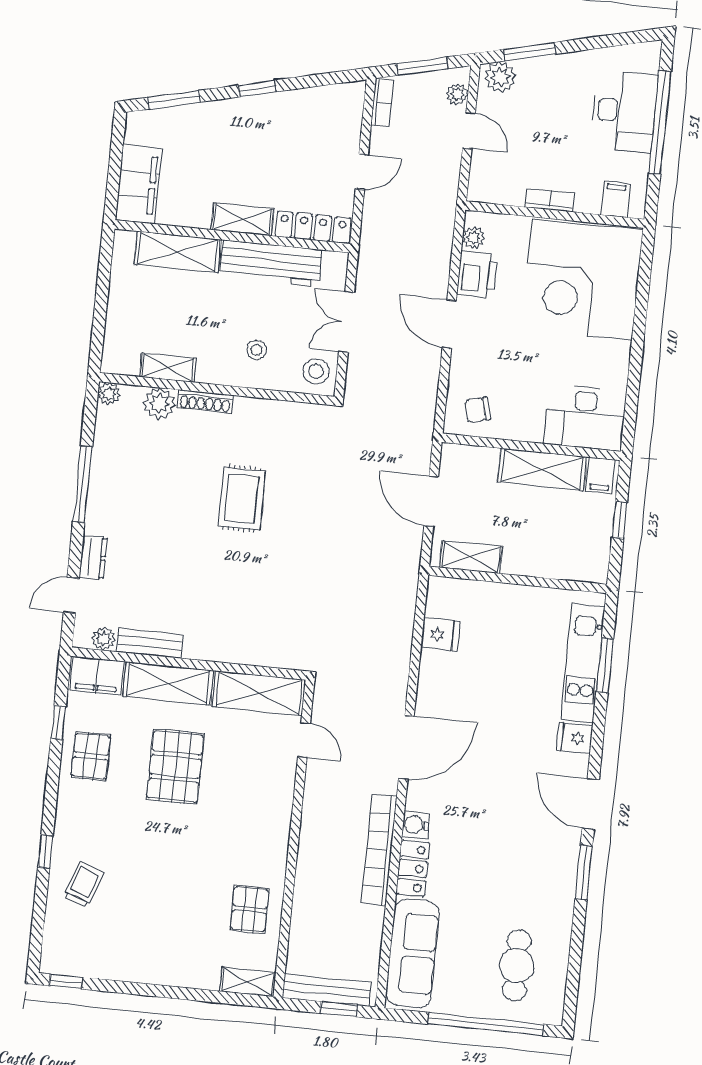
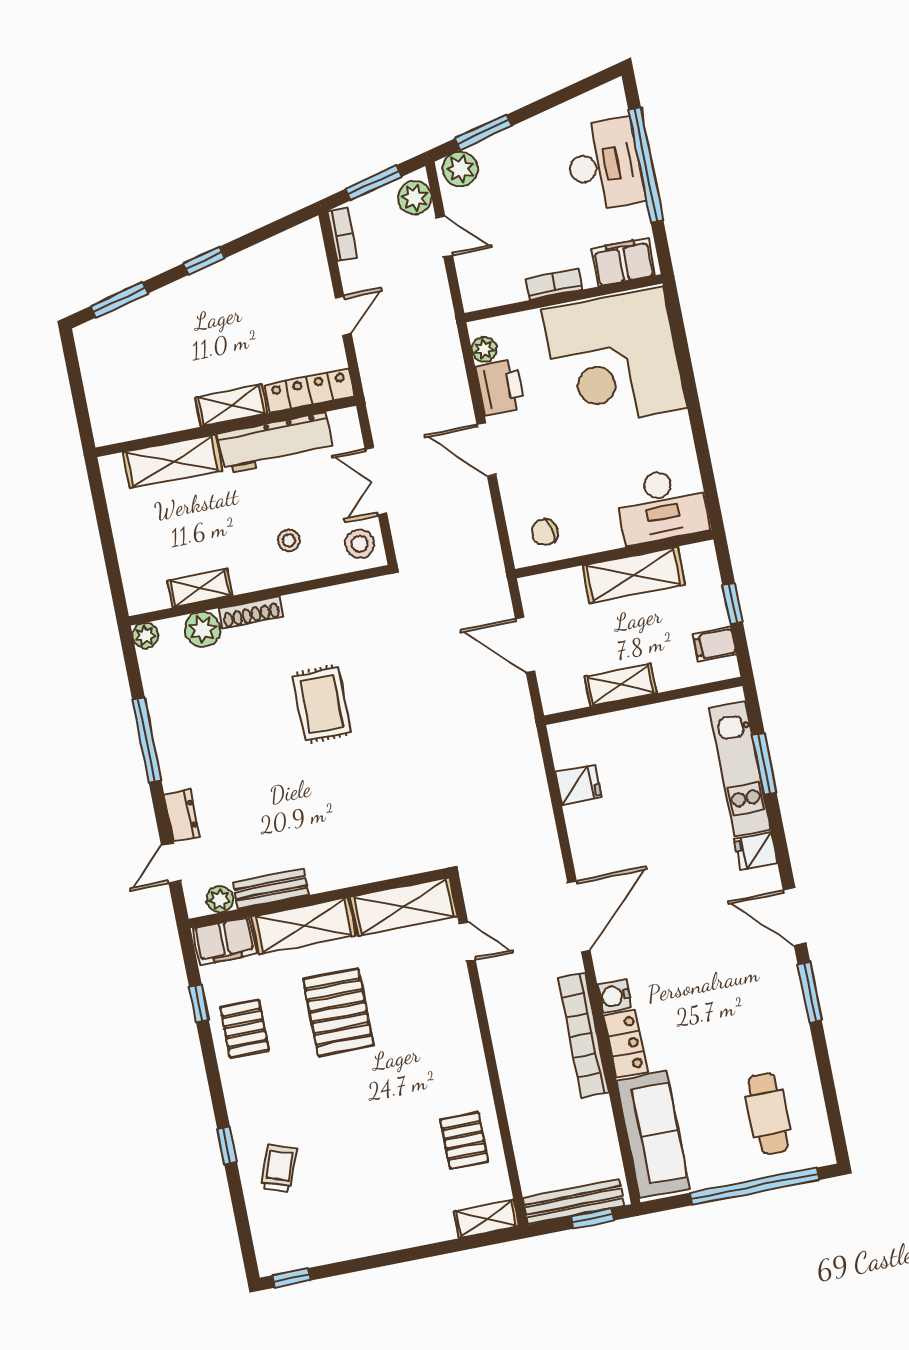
plant: (457, 94) -> (415, 198), width x1.38, depth x1.38
filing cabinet: (139, 184) -> (109, 402), removed
filing cabinet: (615, 199) -> (623, 262), width x2.00
filing cabinet: (600, 475) -> (715, 644), moved, turned 90
shelving: (471, 557) -> (620, 685), moved

